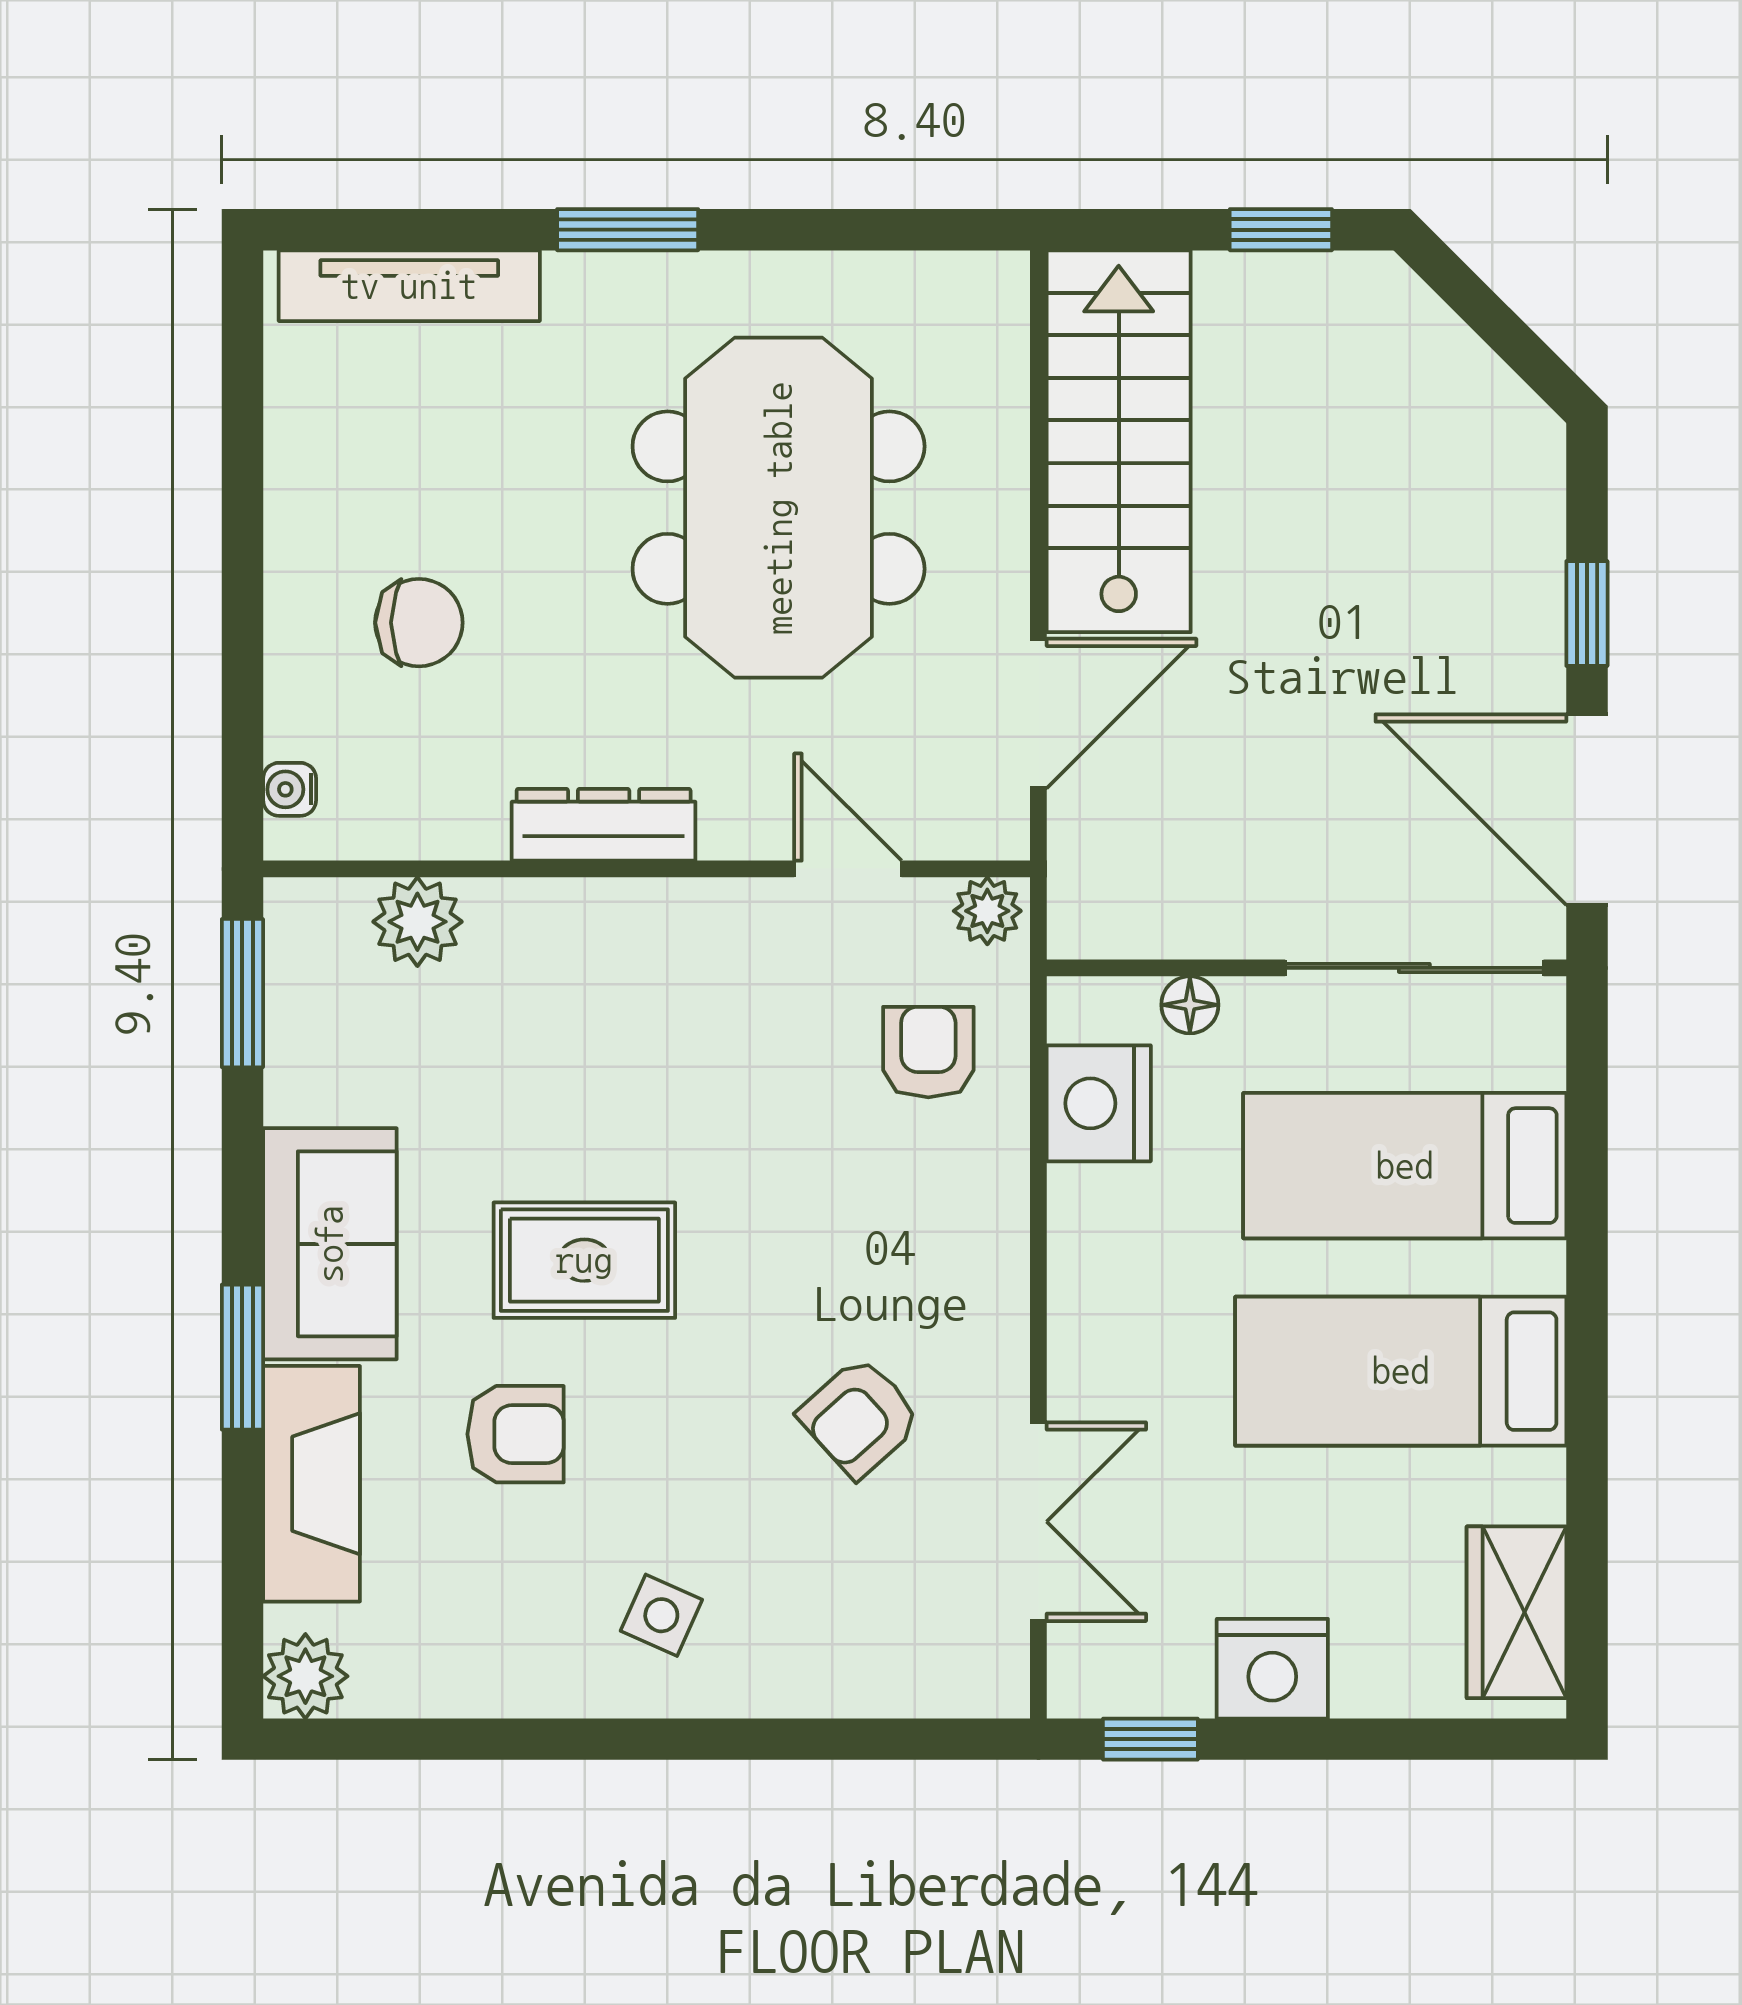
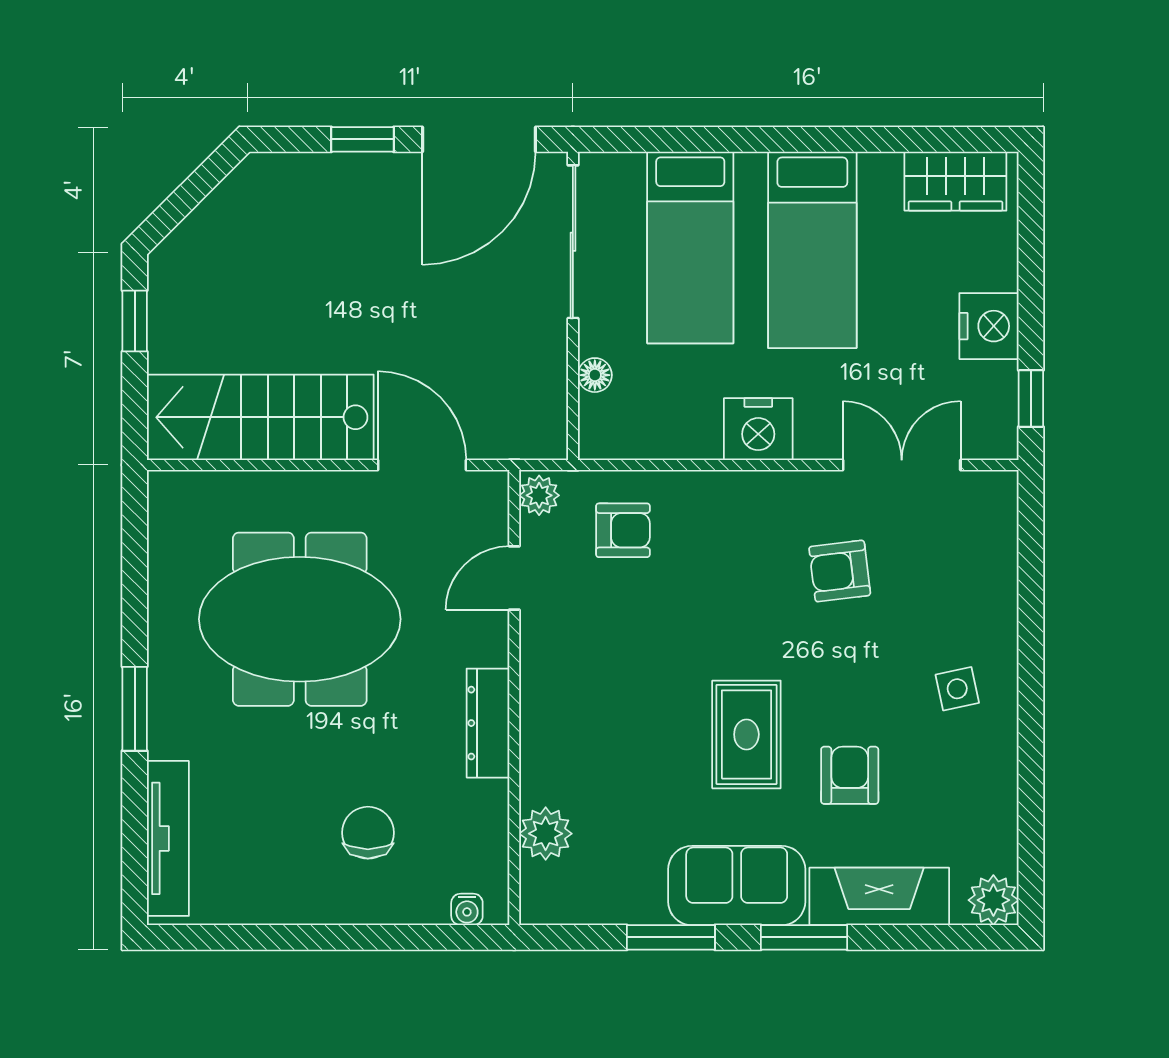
window: (242, 993) -> (671, 937), moved
armchair: (928, 1052) -> (623, 530), turned 180
nightstand: (1099, 1103) -> (758, 429), moved
armchair: (860, 1417) -> (840, 571), turned 125
side table: (661, 1615) -> (957, 689), turned -36

